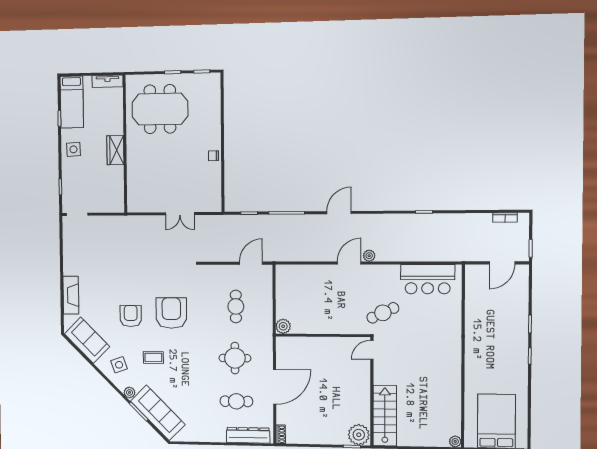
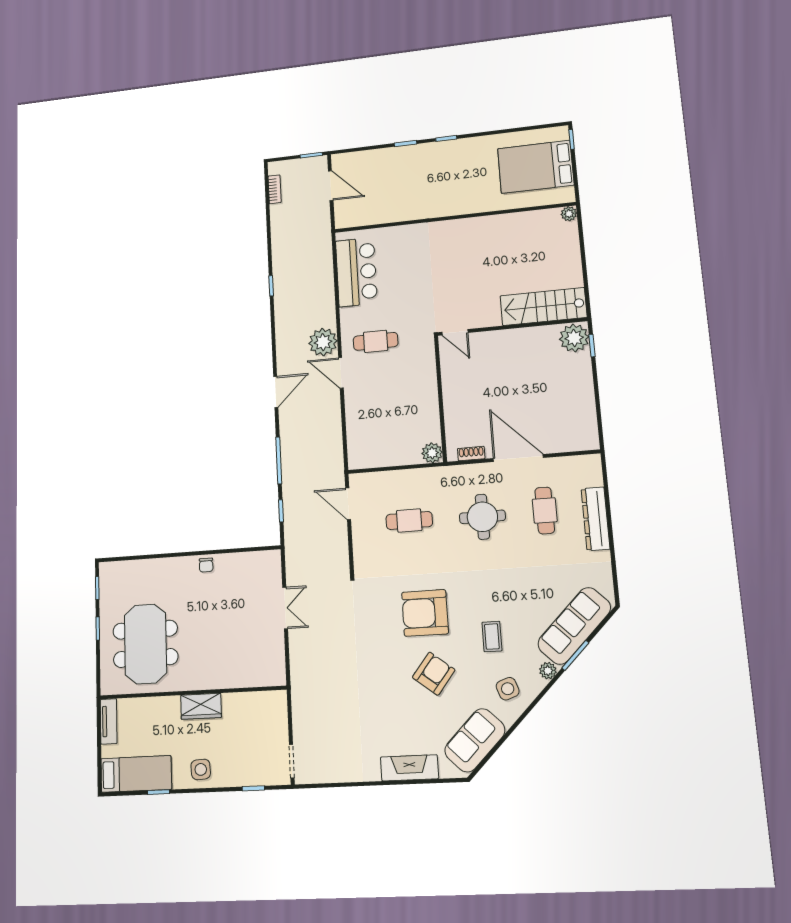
door: (339, 213) -> (276, 392), swing flipped
plant: (369, 256) -> (323, 342), width x1.88, depth x1.88
cafe table: (383, 313) -> (376, 341), moved, turned -65
armchair: (131, 316) -> (434, 674), turned 128
shoe rack: (281, 434) -> (471, 454), moved
dresser: (248, 435) -> (596, 519), moved

